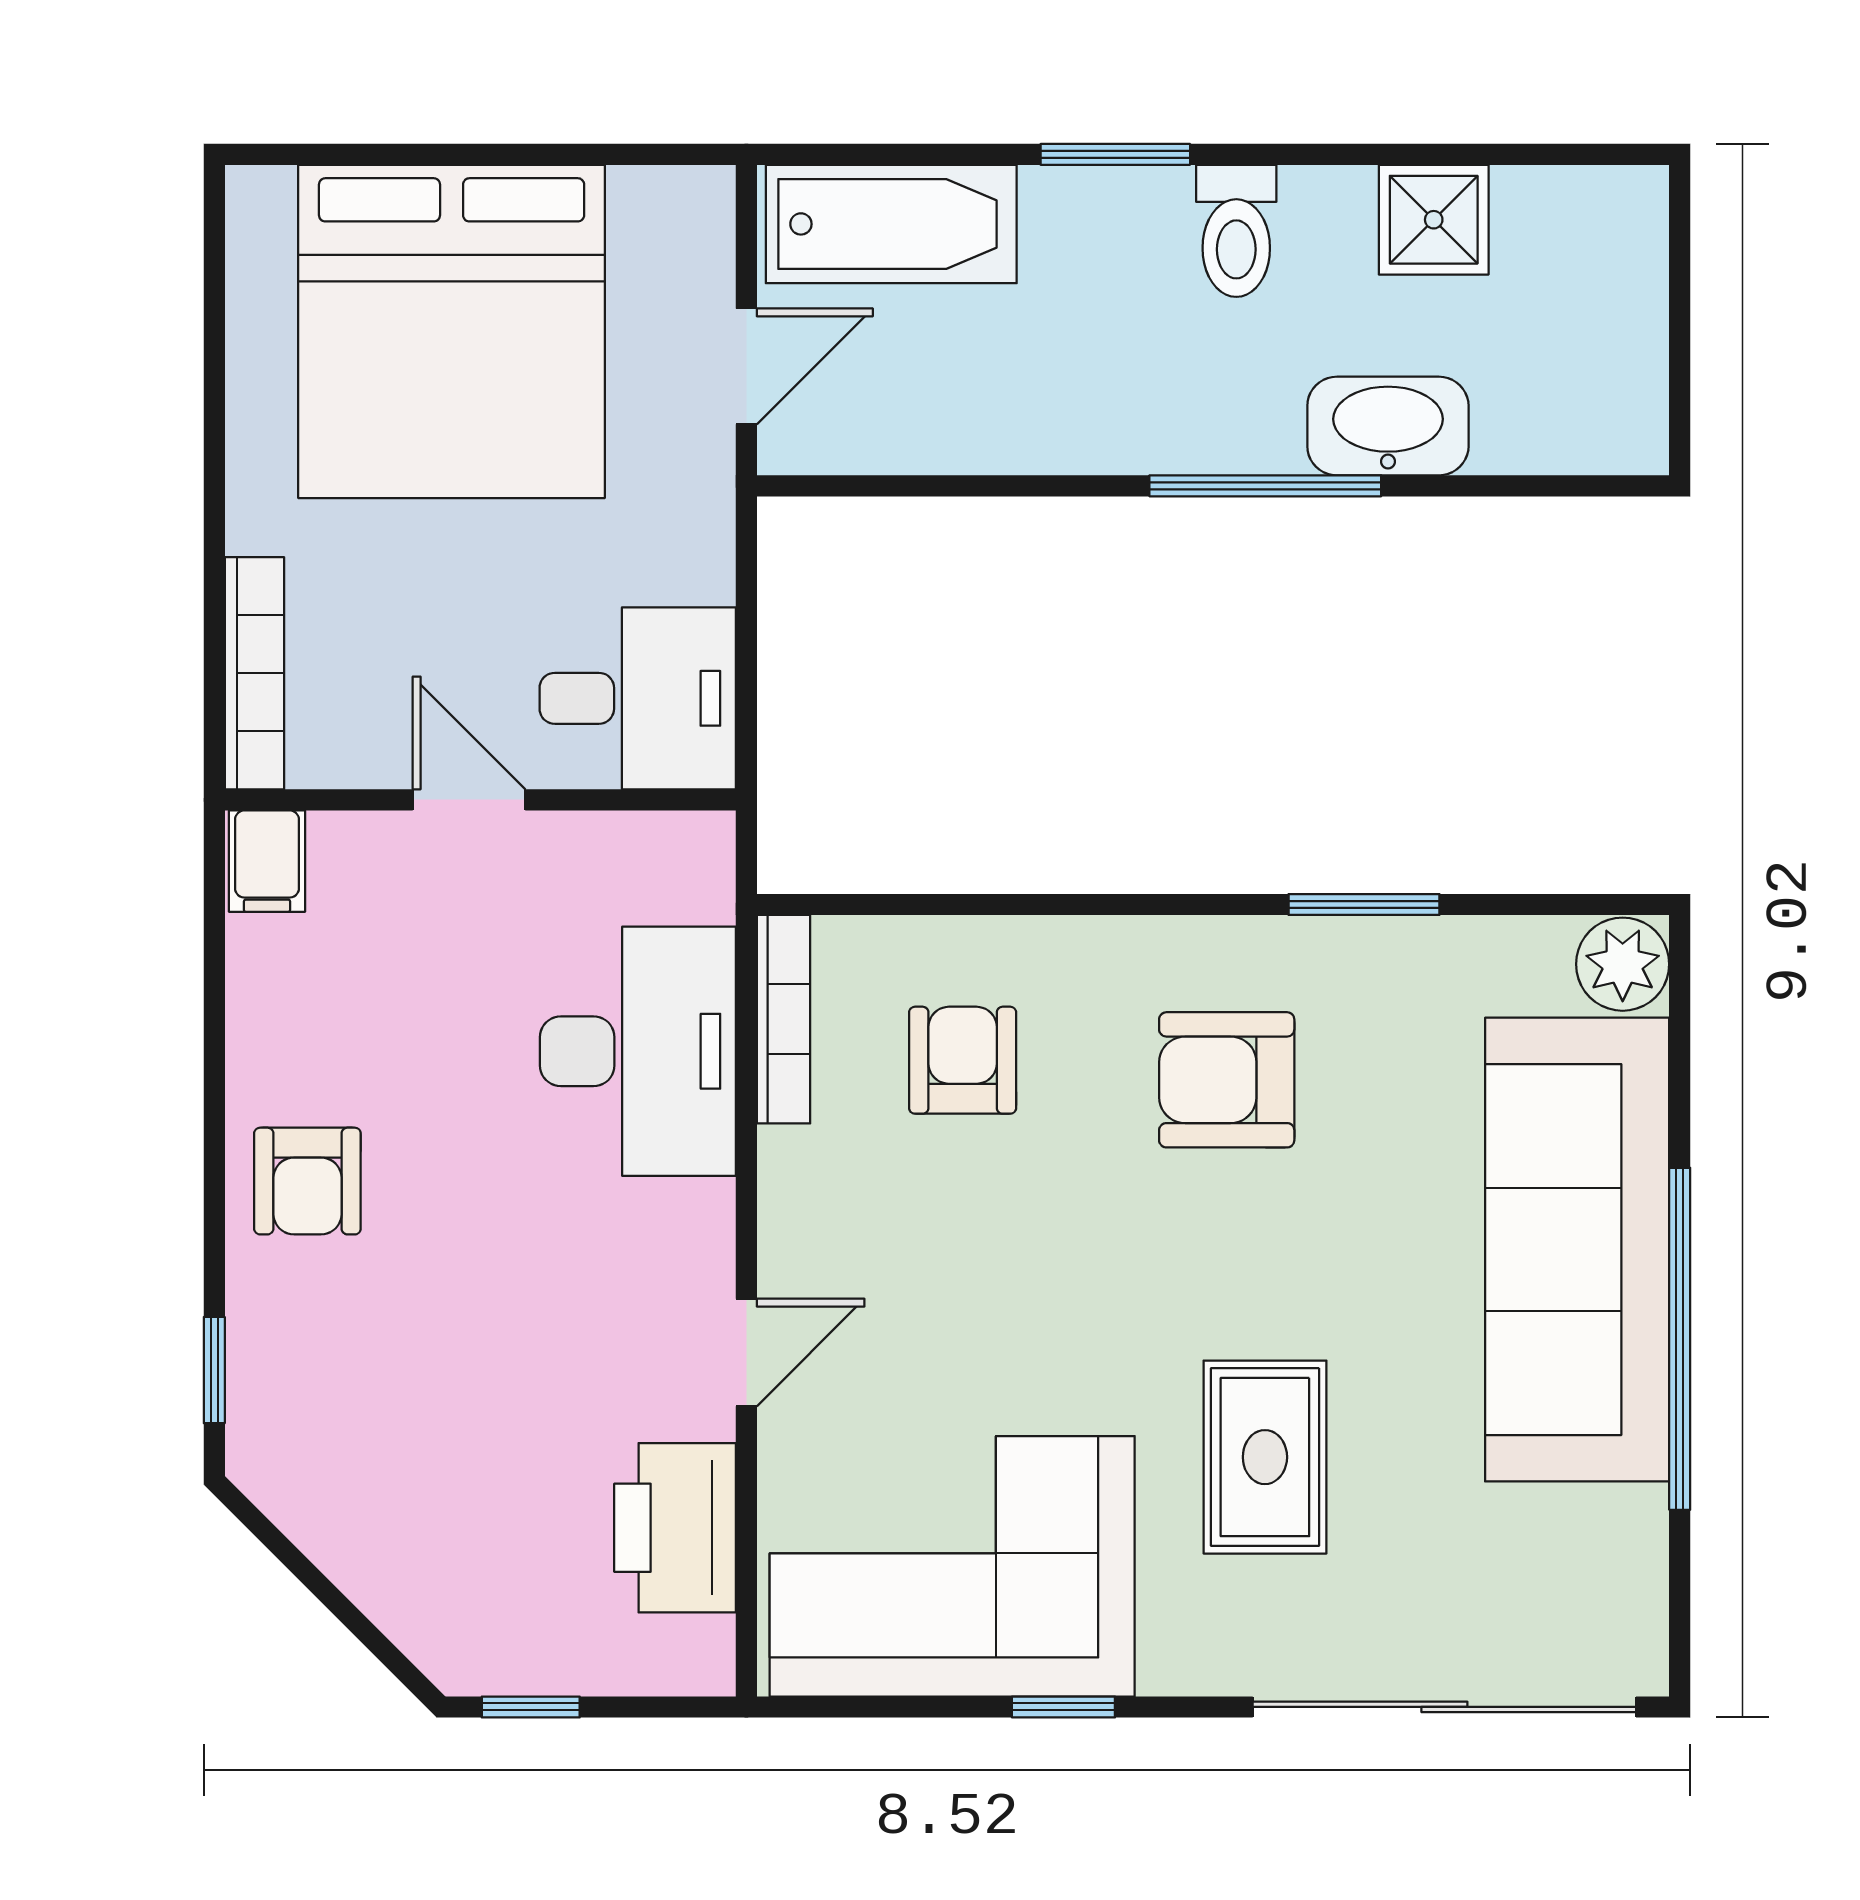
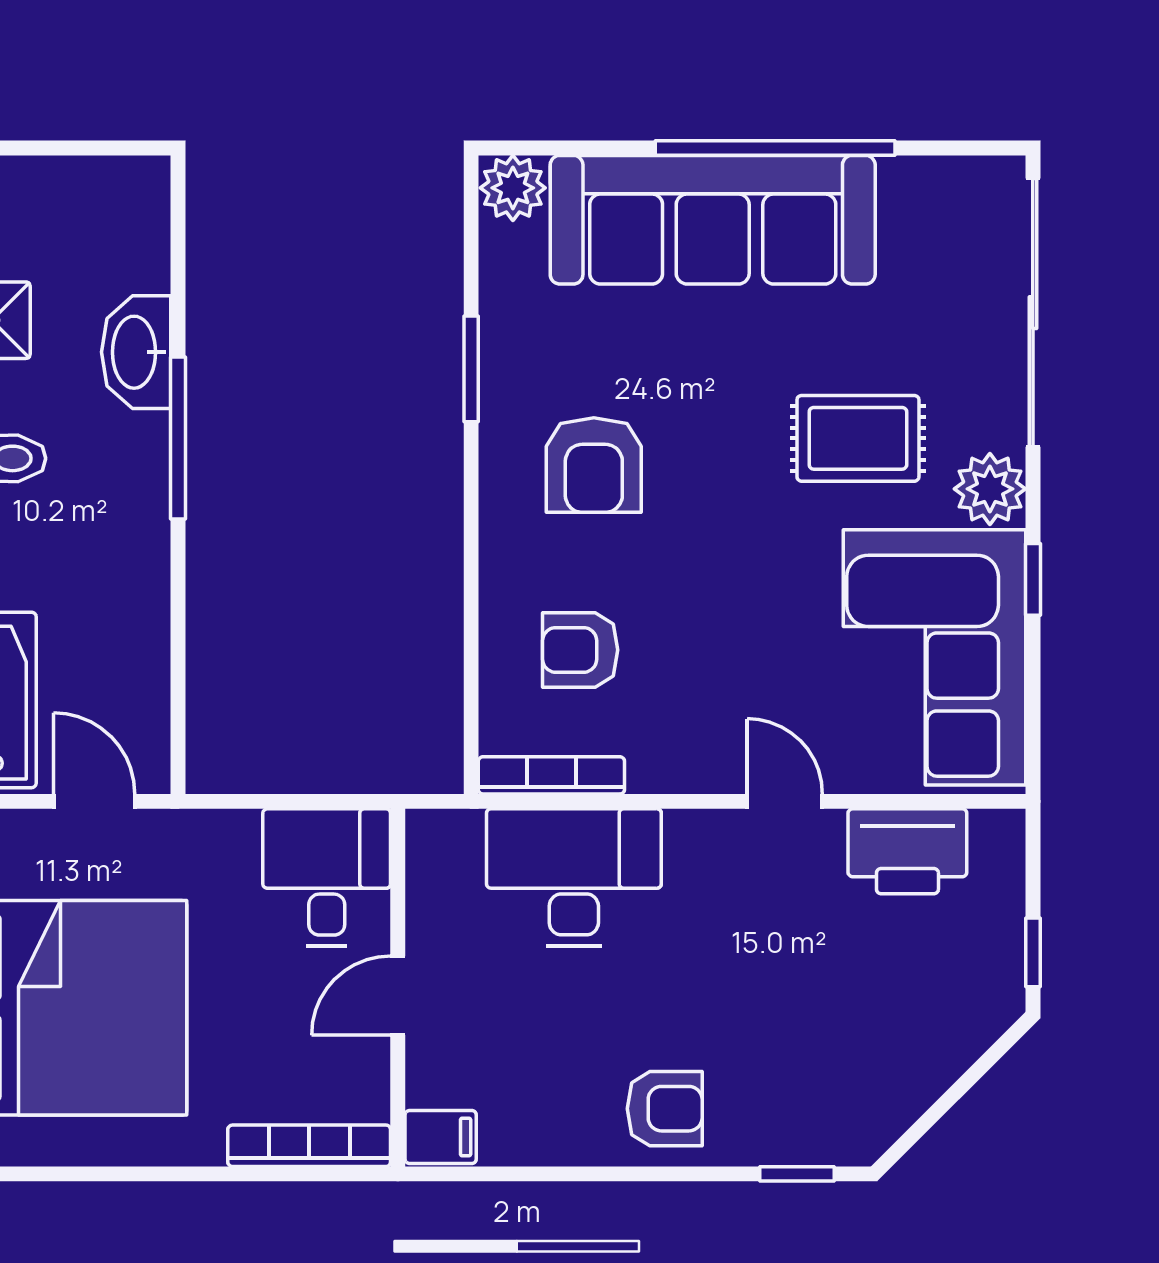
plant: (1193, 1646) -> (990, 489), added

